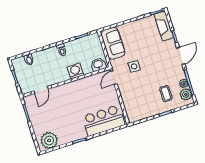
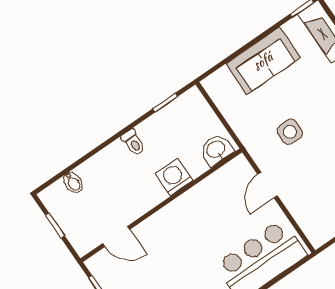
sofa: (113, 43) -> (263, 61), moved, turned 90
door: (113, 78) -> (267, 185), moved
door: (41, 90) -> (116, 236), hinge flipped

